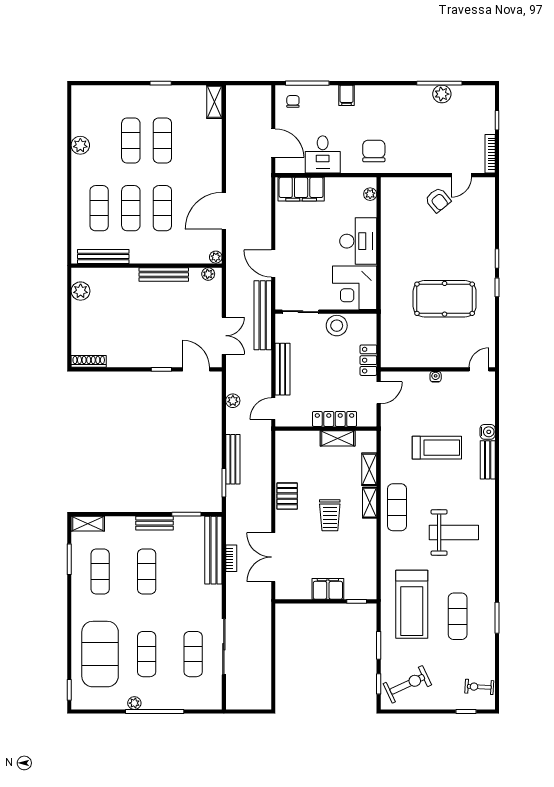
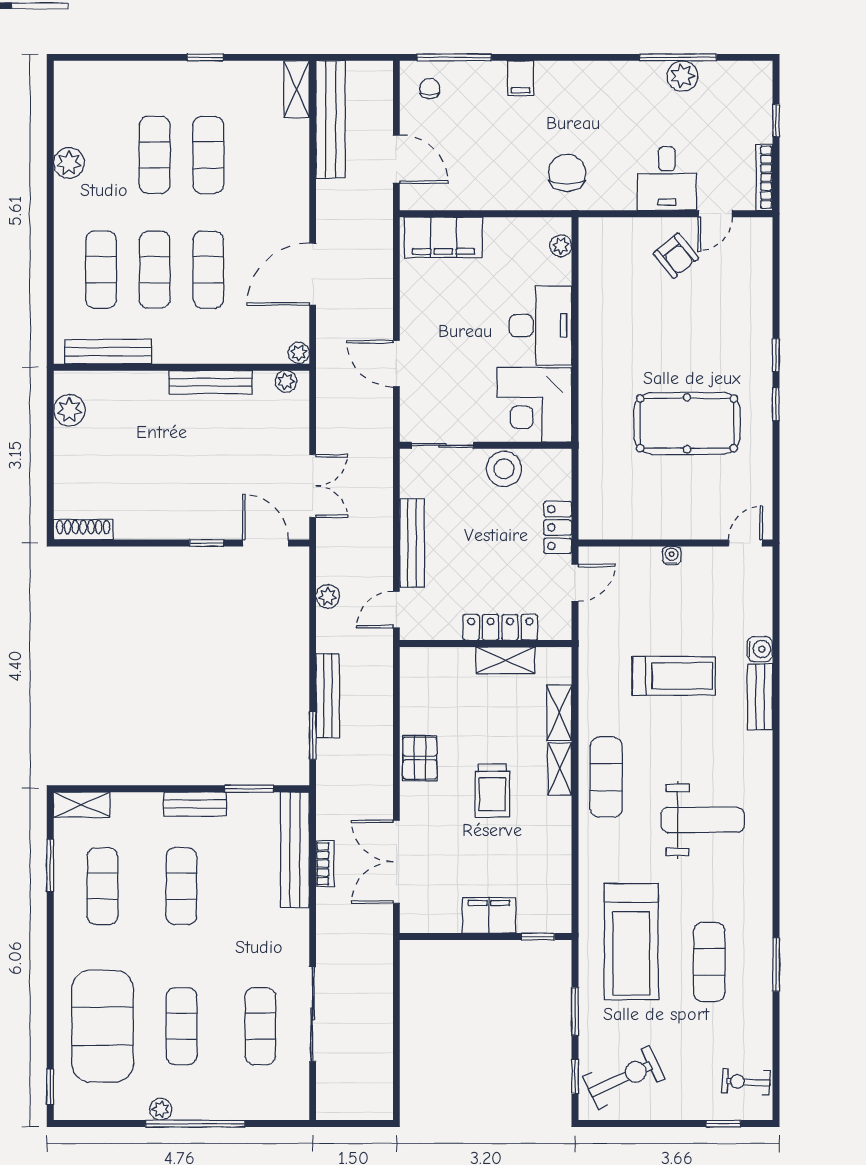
desk: (323, 154) -> (667, 179), moved
bench: (263, 315) -> (331, 119), moved

